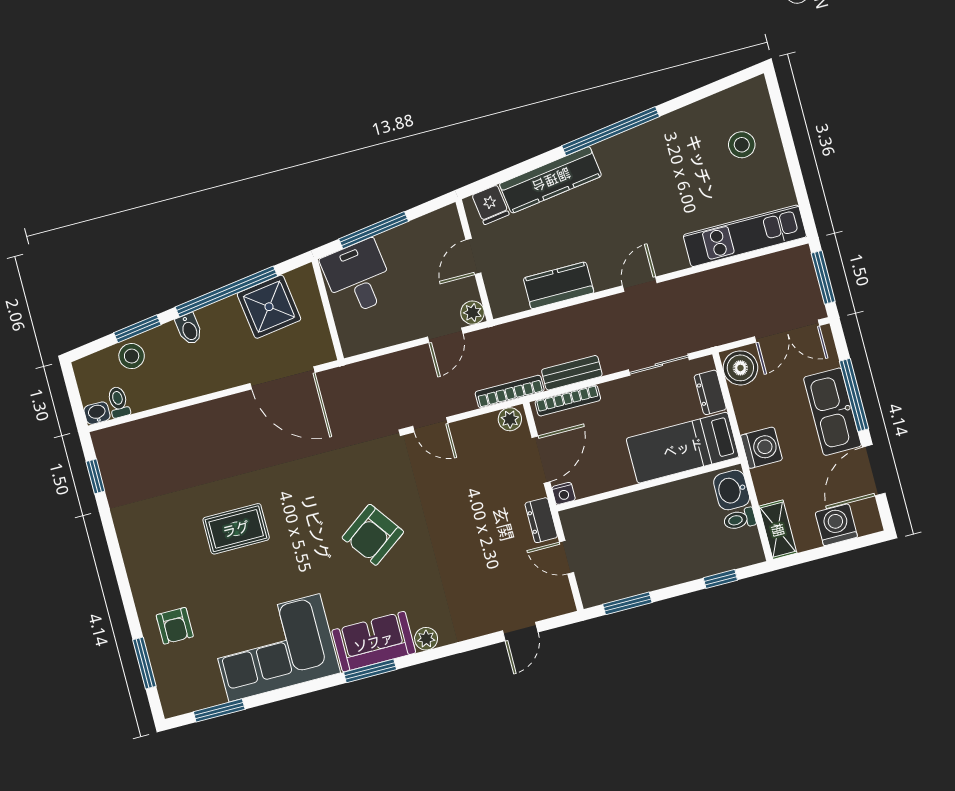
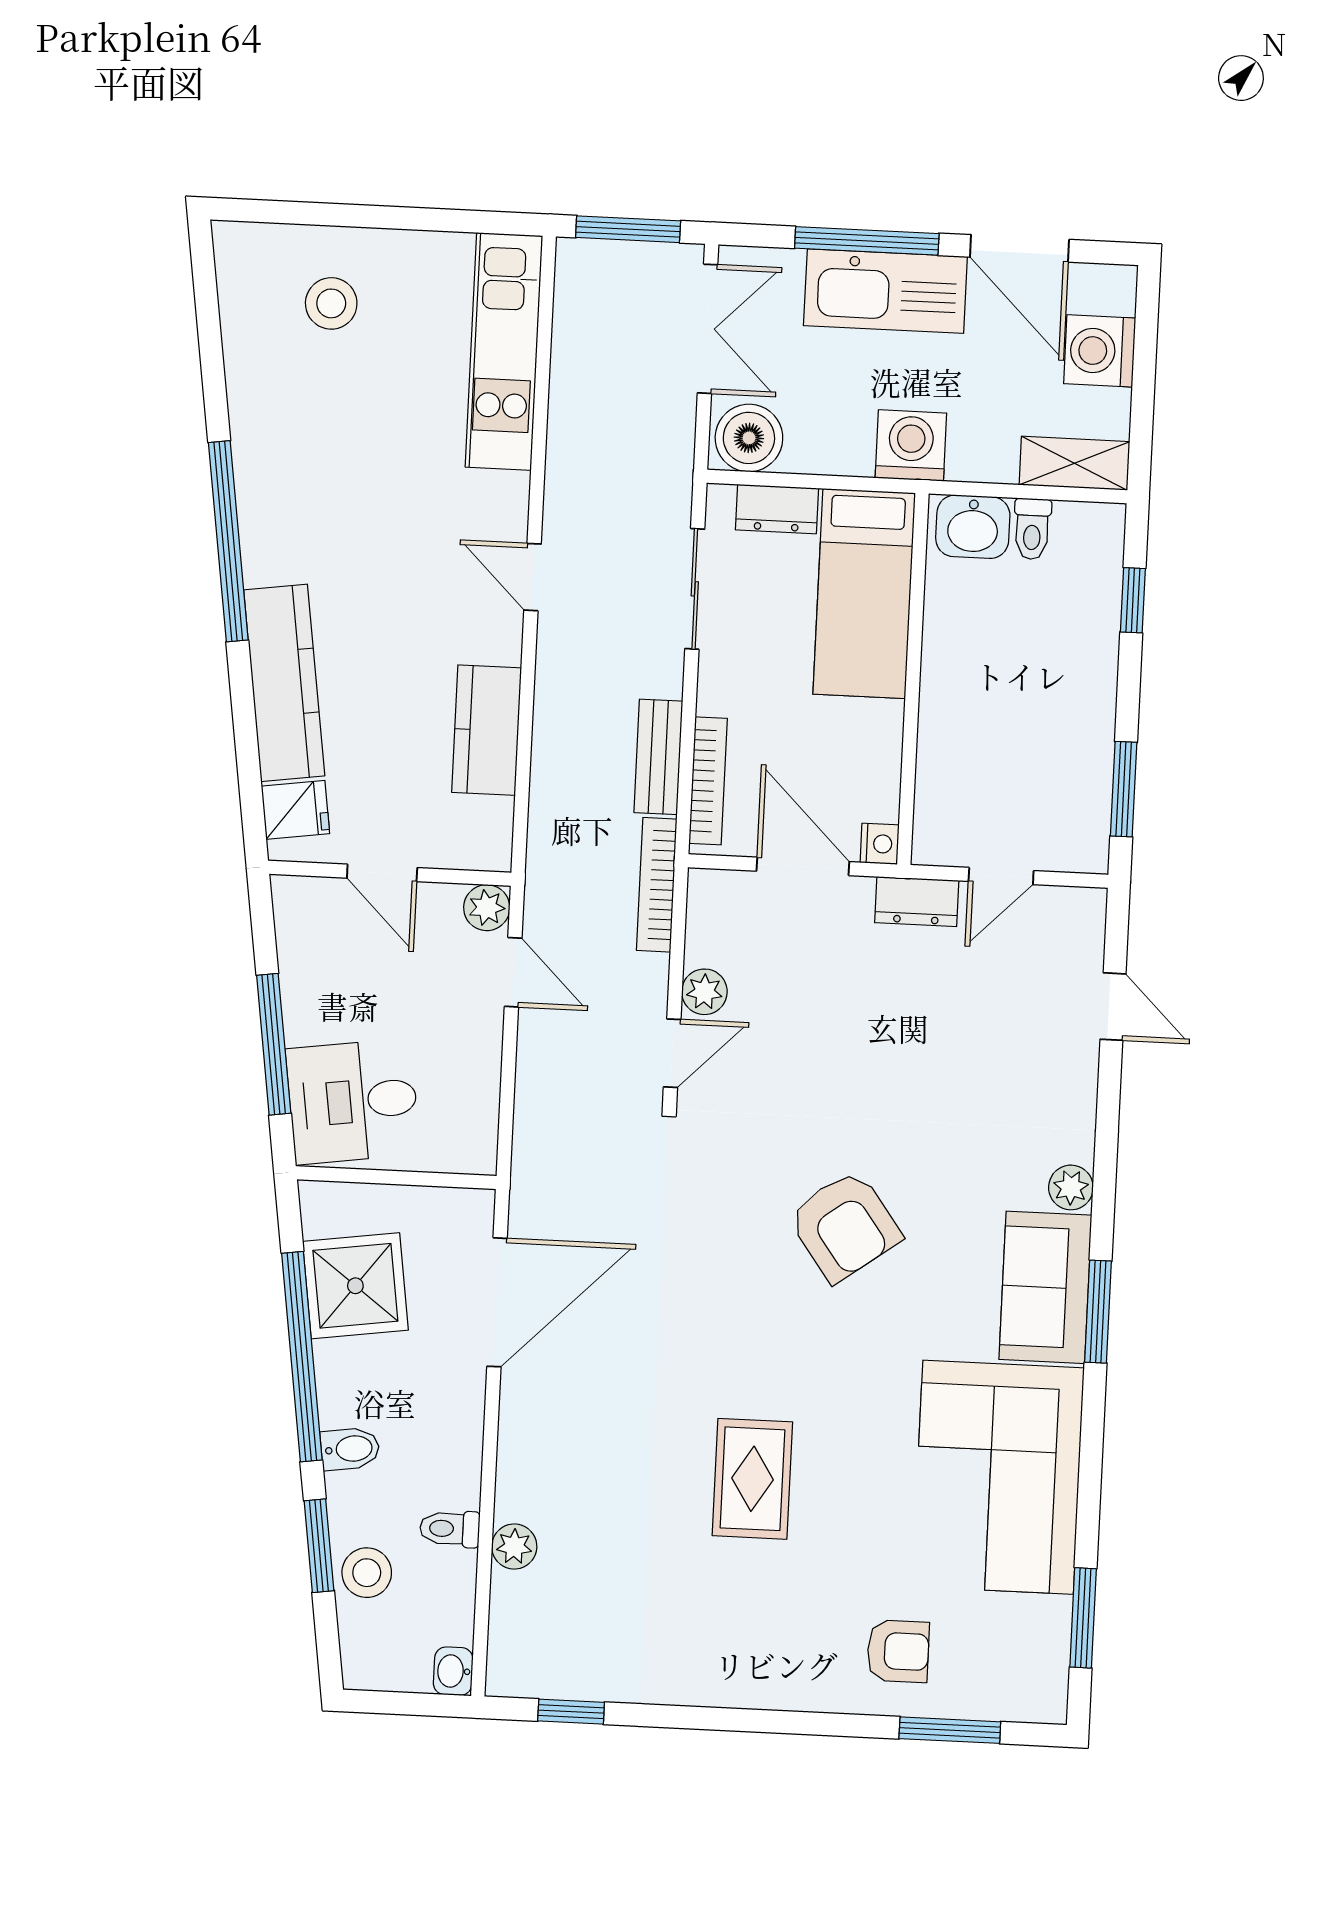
toilet: (118, 402) -> (450, 1529), moved
plant: (510, 419) -> (704, 992), moved
plant: (167, 424) -> (514, 1547), added

